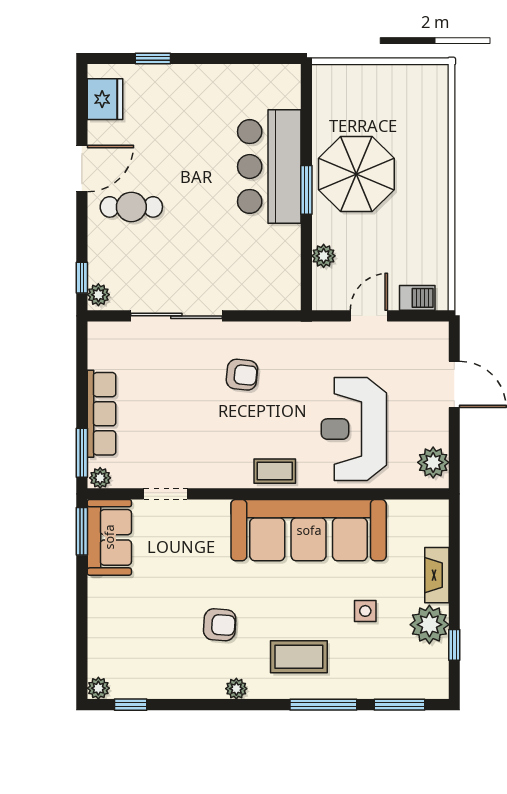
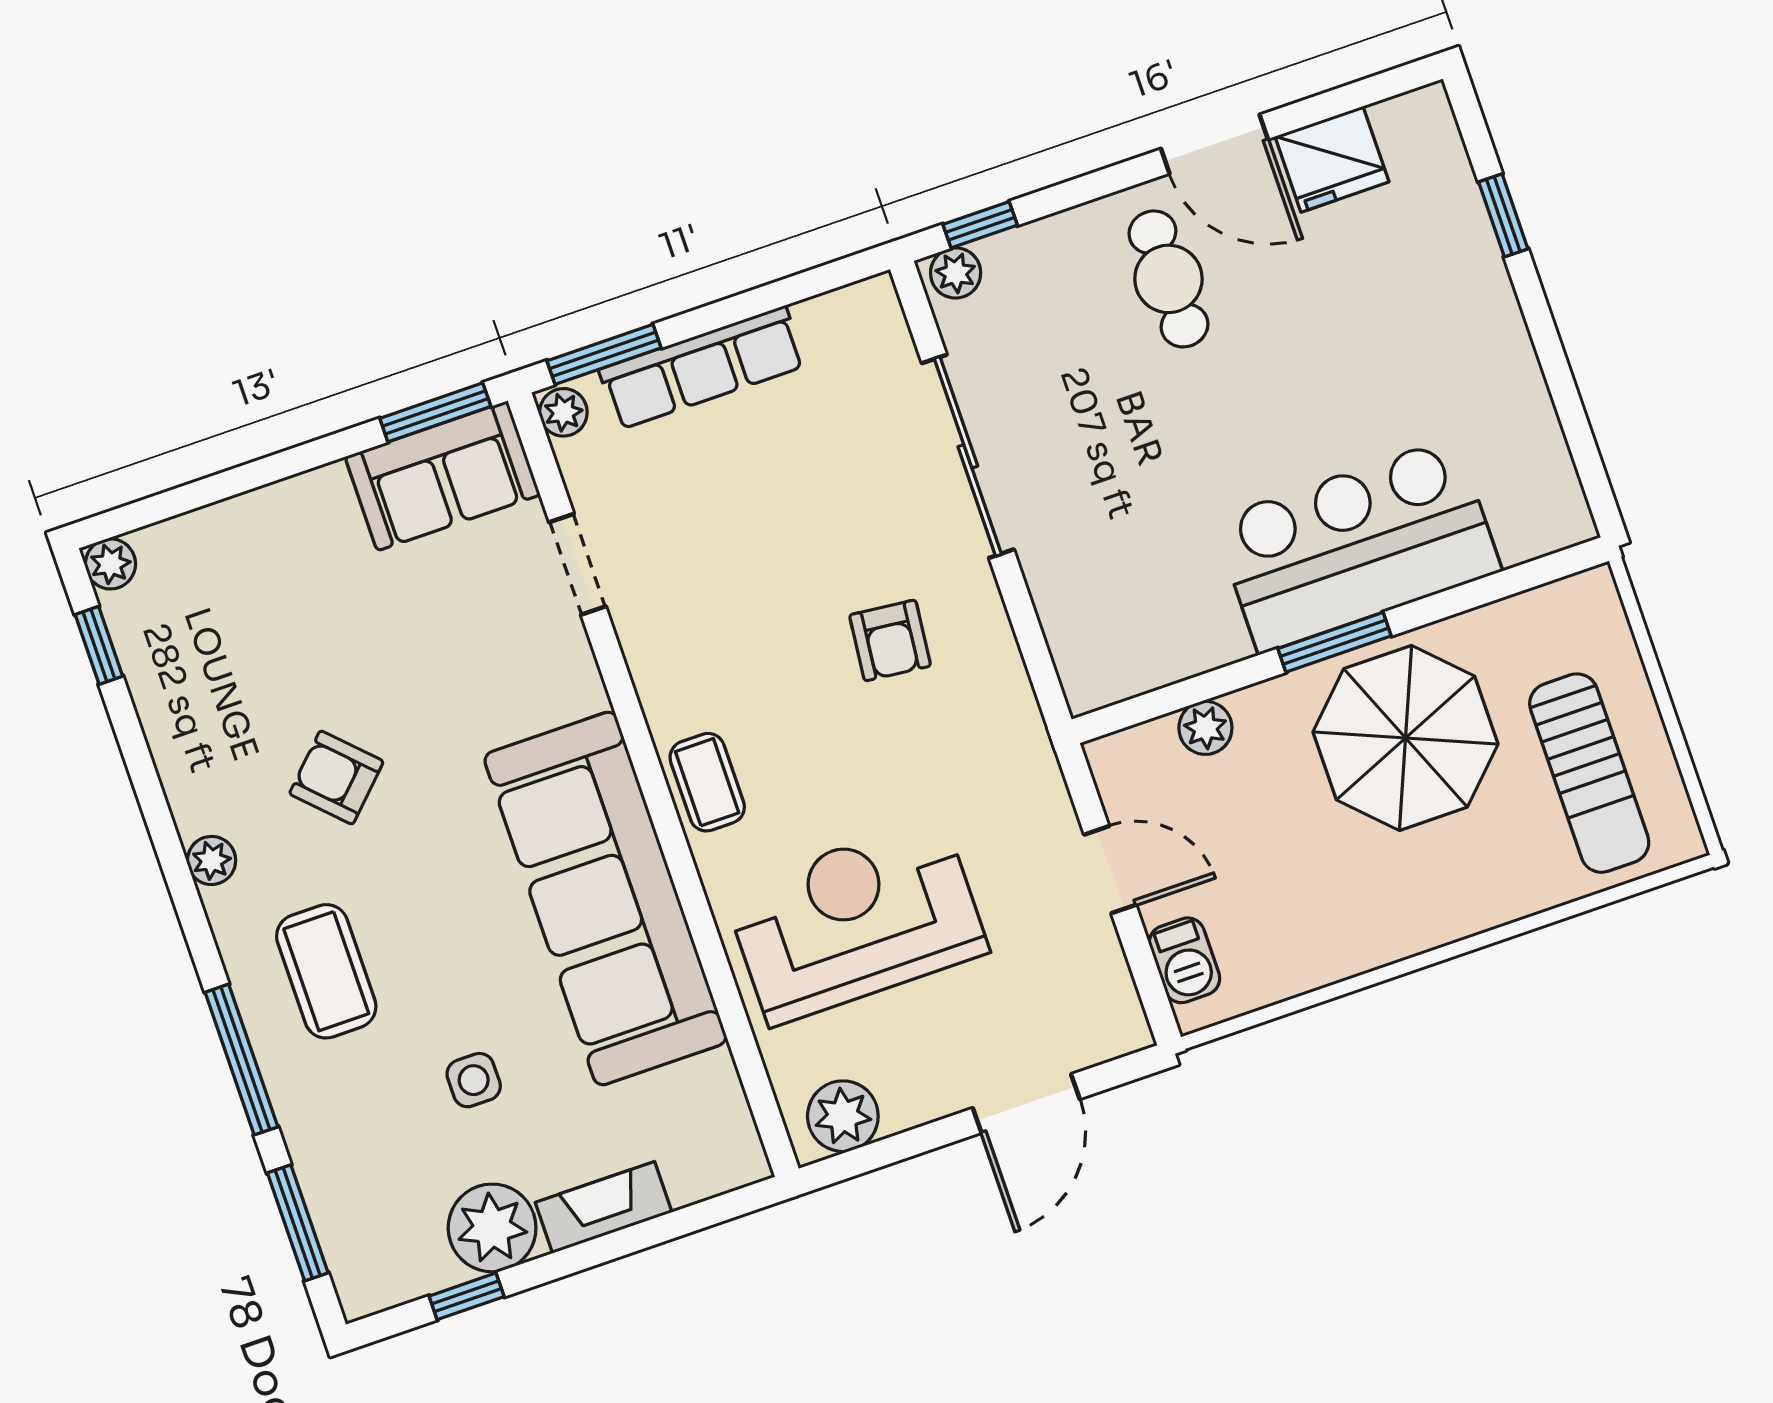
fridge: (105, 99) -> (1332, 159), moved
sun lounger: (397, 103) -> (1589, 773), added
armchair: (220, 625) -> (336, 777), turned 131

